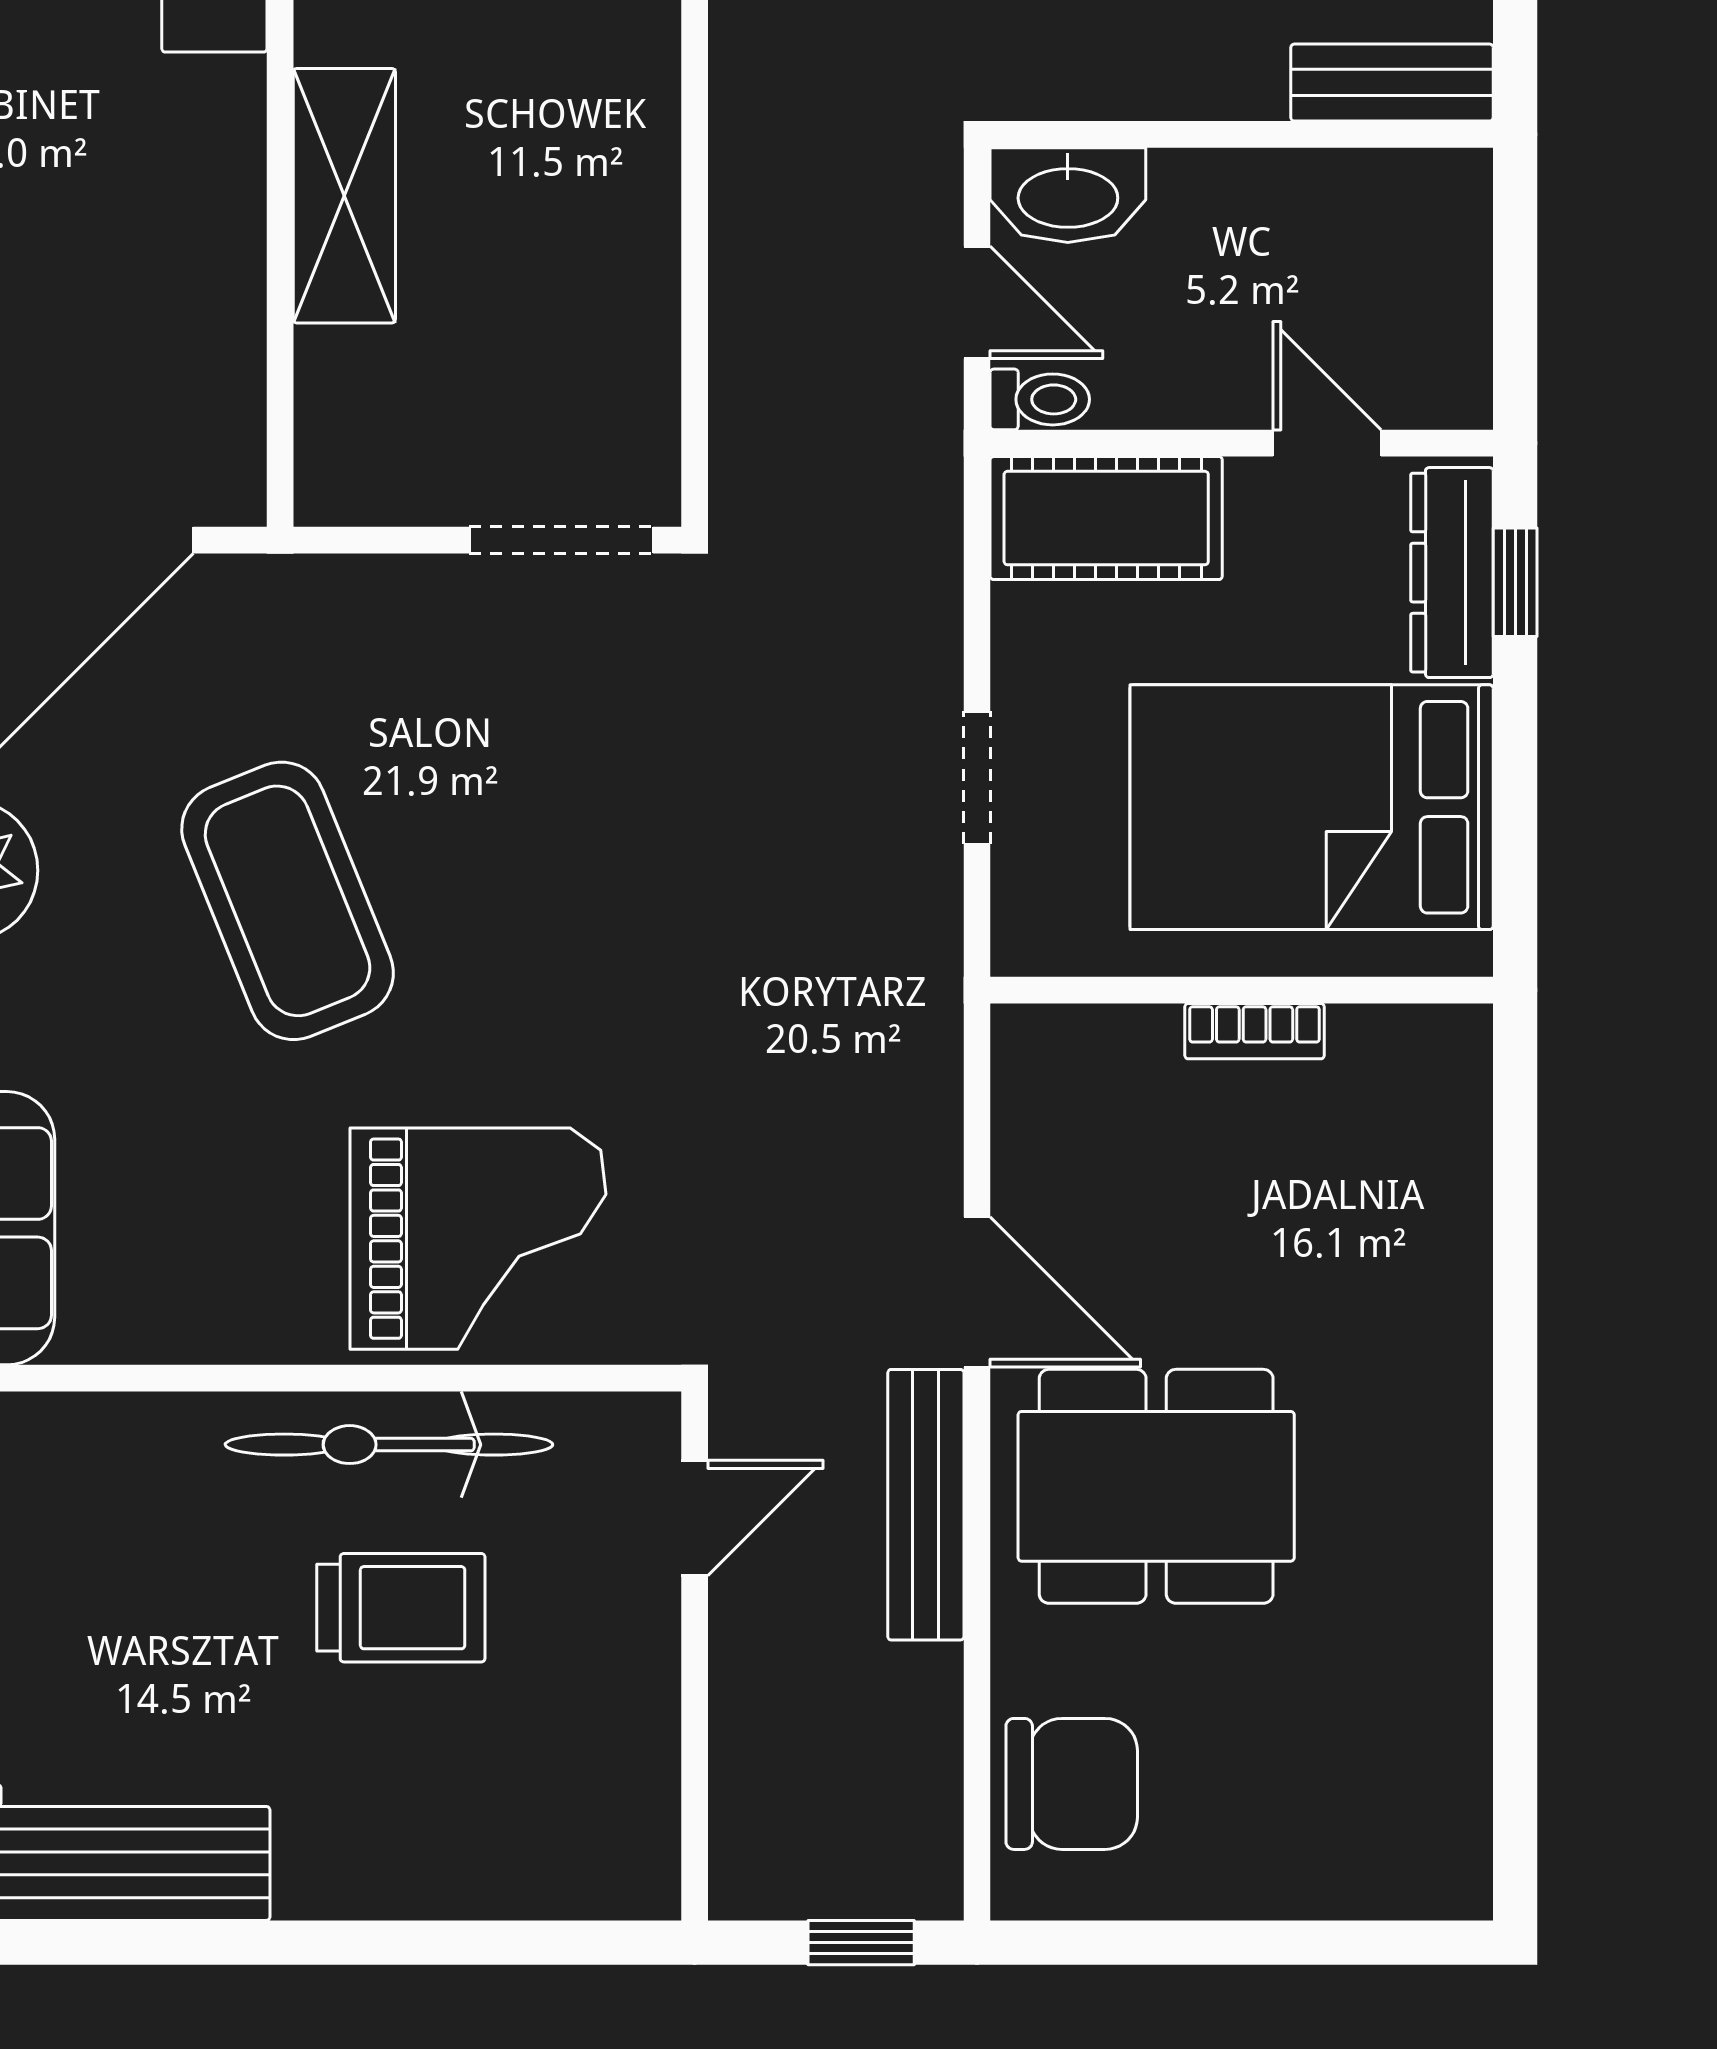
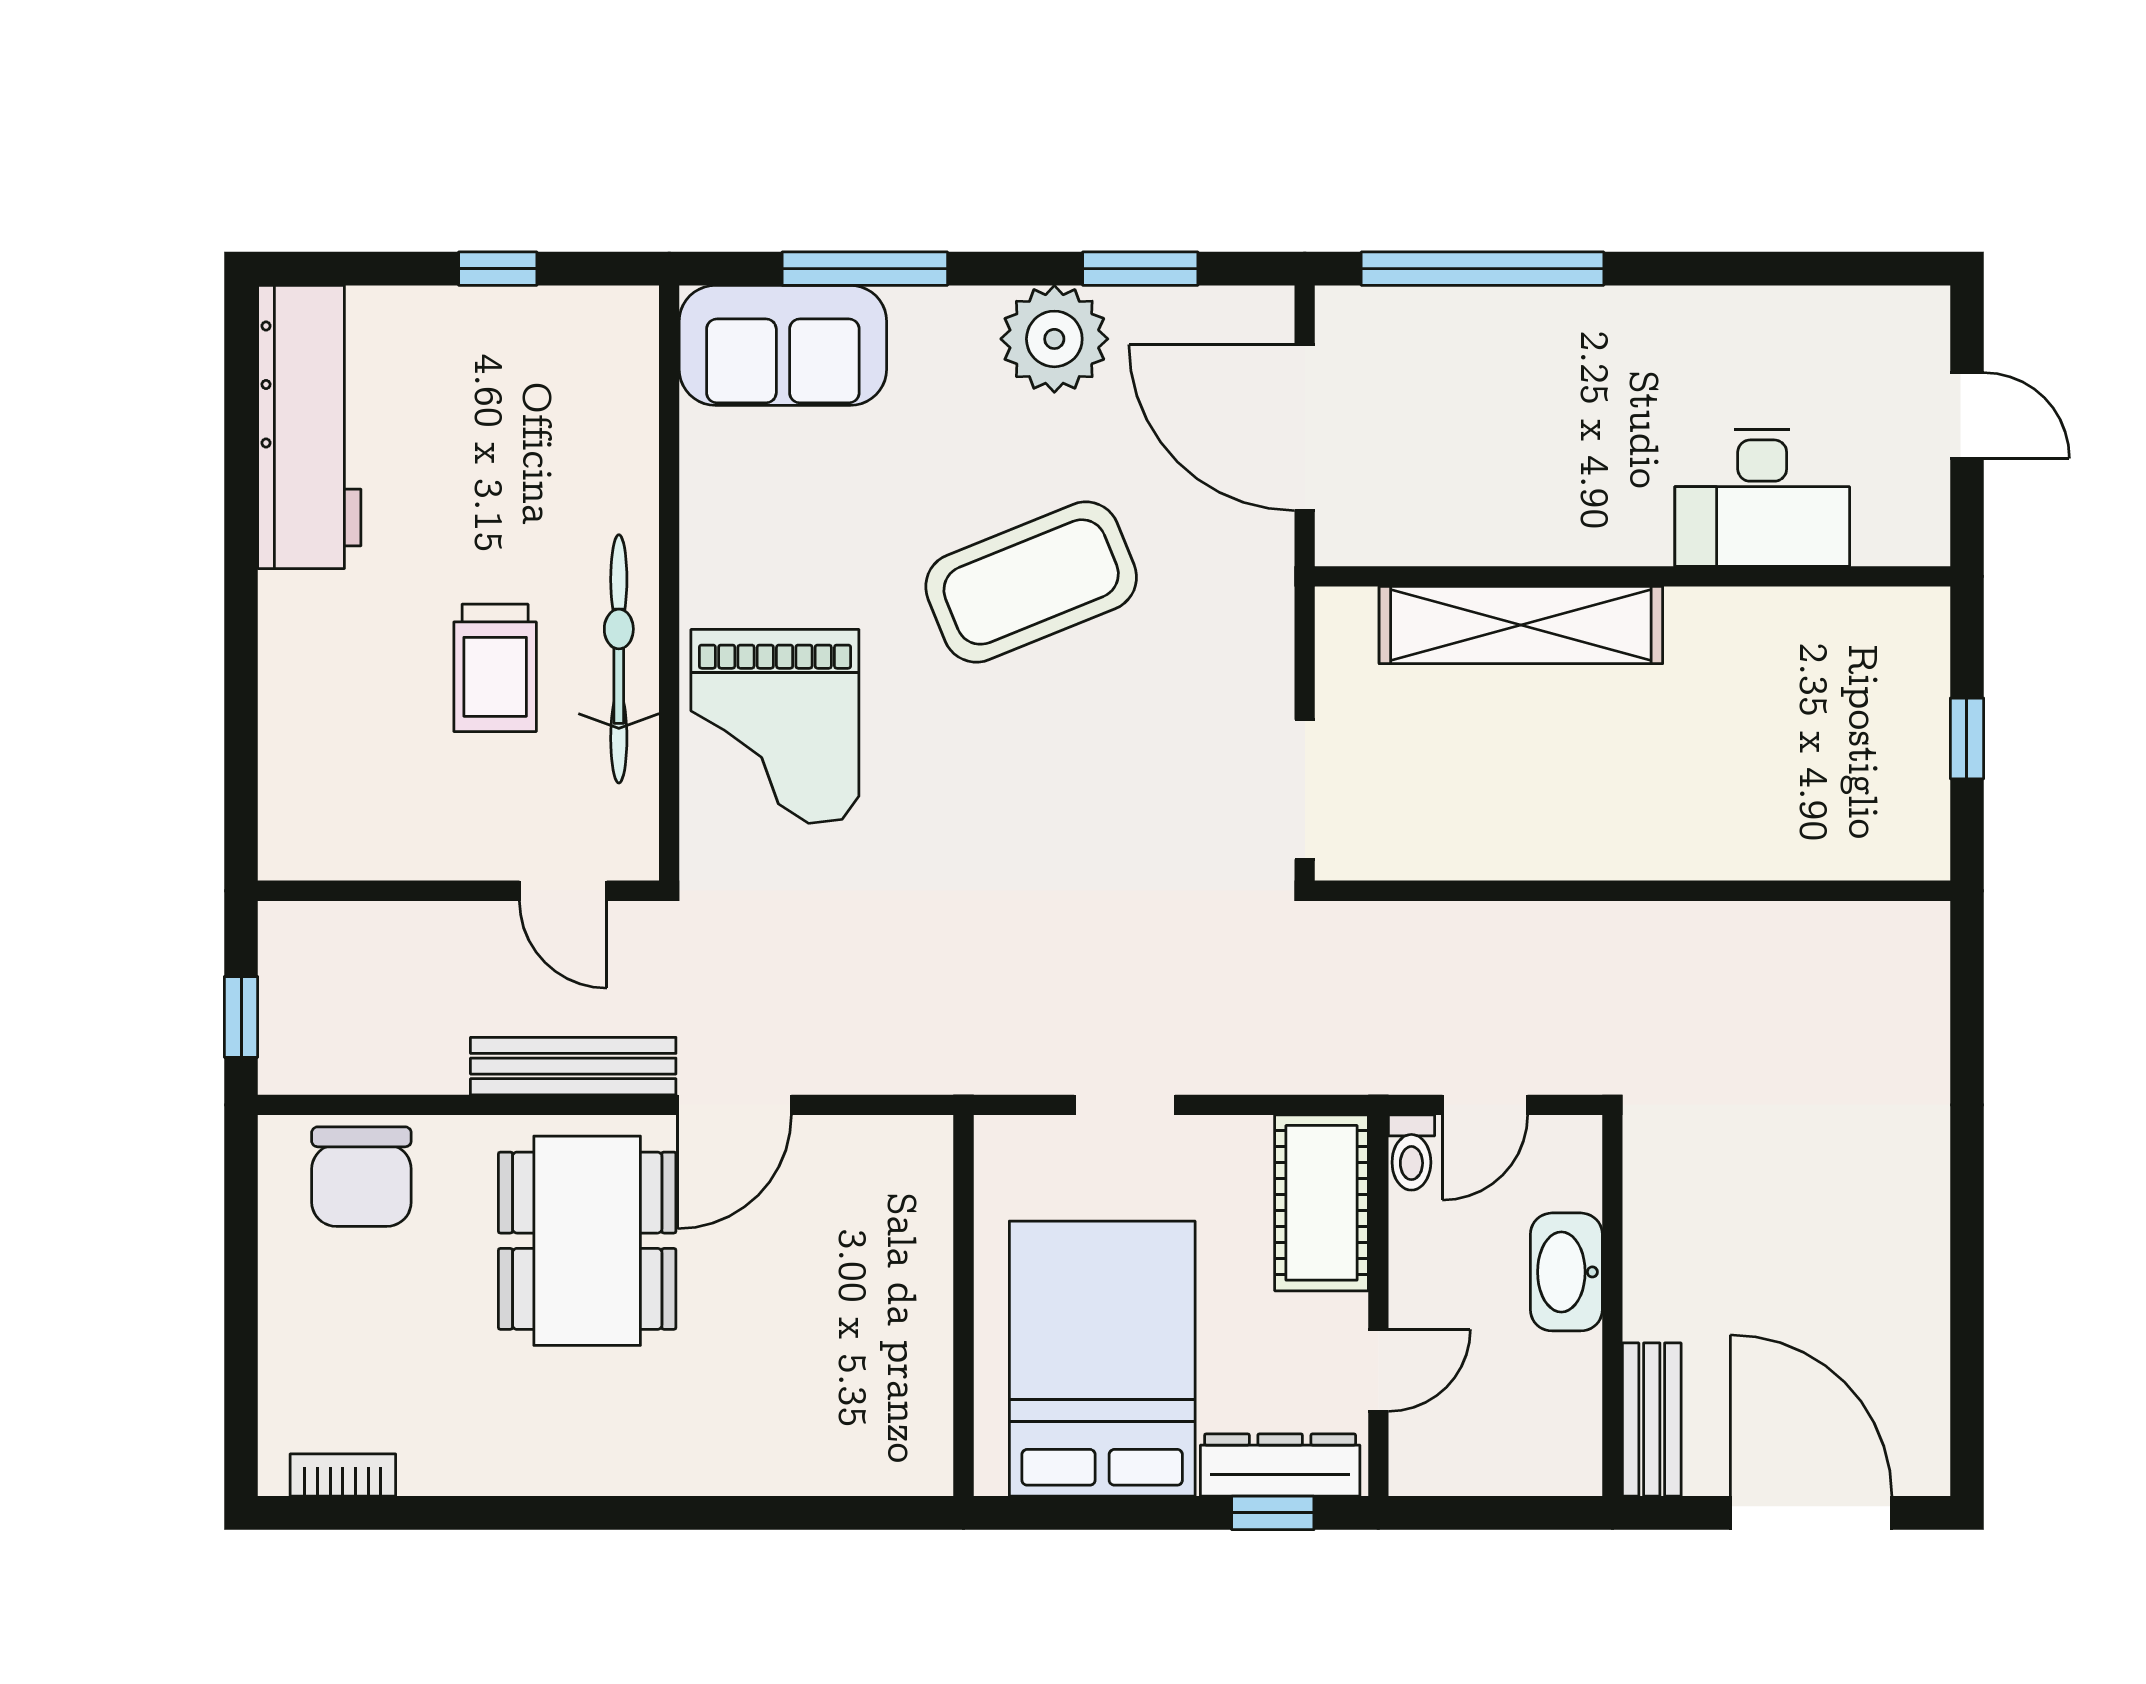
washbasin: (1068, 195) -> (1566, 1272), moved
shelving: (344, 196) -> (1521, 625), width x1.47
bookcase: (1255, 1031) -> (343, 1475), moved, turned 90

